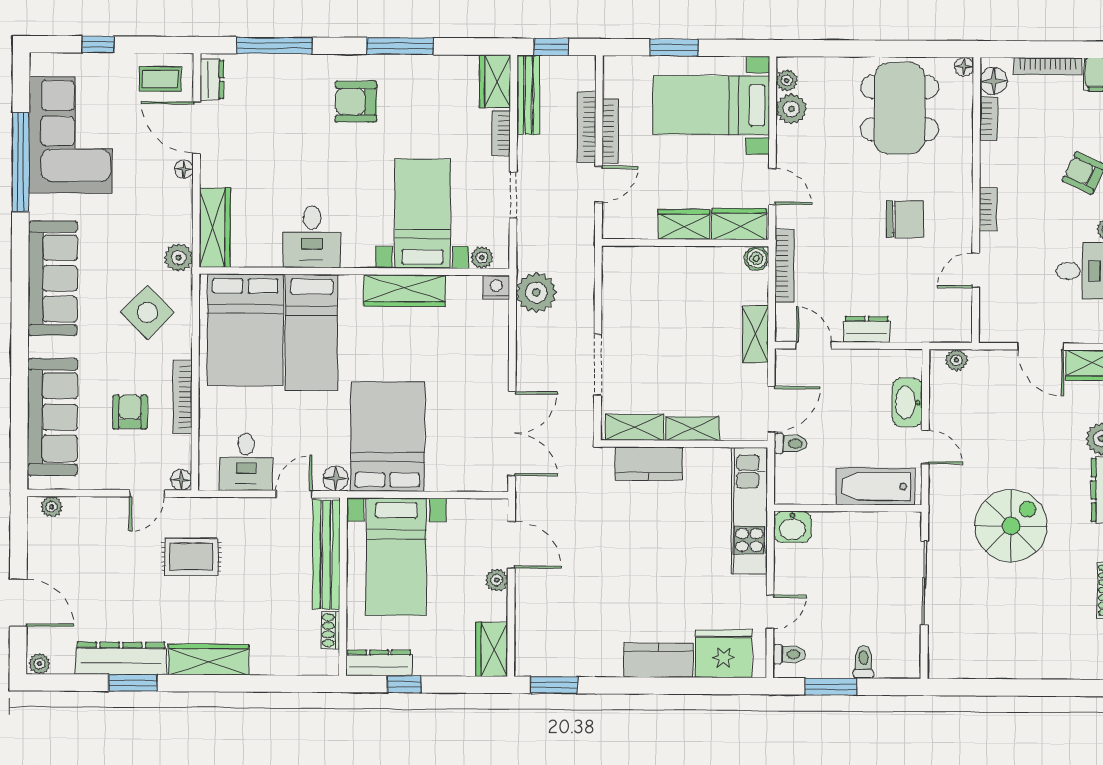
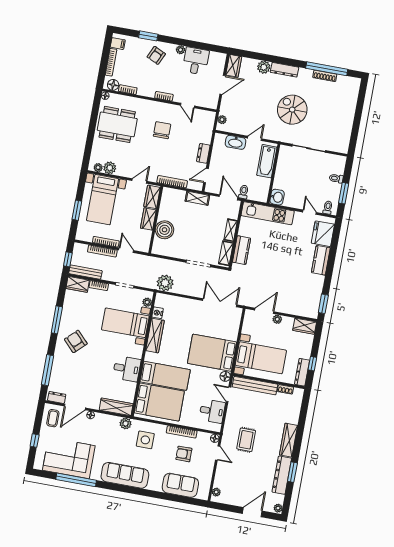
armchair: (356, 102) -> (76, 341), turned 136
boiler: (757, 258) -> (165, 230), moved, width x1.86, depth x1.86
nightstand: (496, 287) -> (158, 313), moved
side table: (147, 312) -> (145, 440), turned 45
sofa: (53, 417) -> (180, 485), width x0.73

